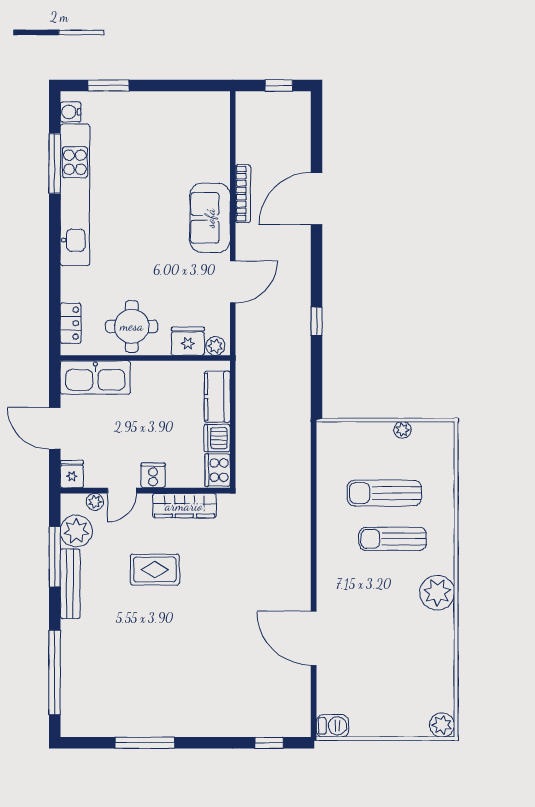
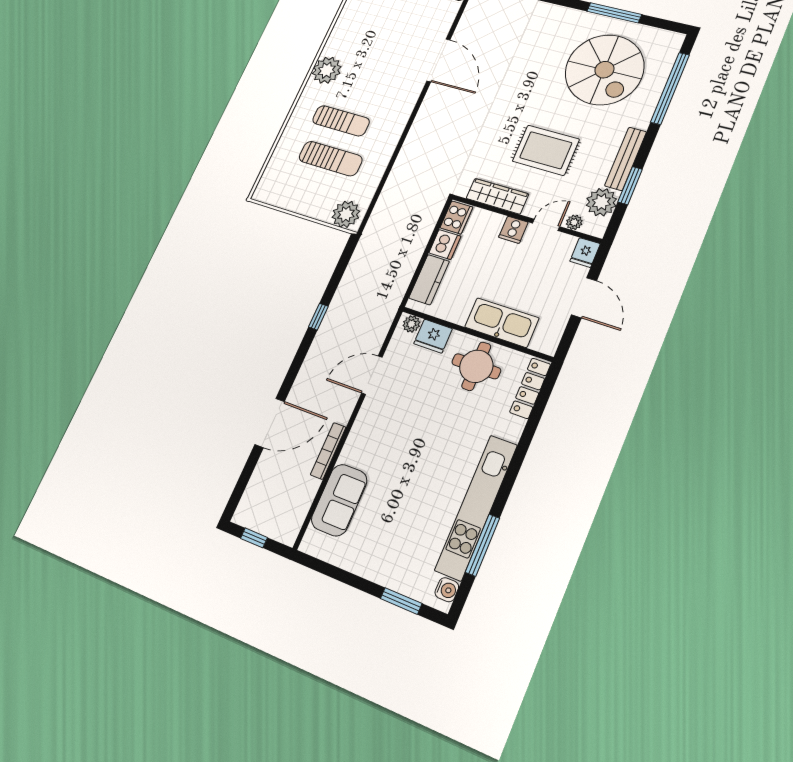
sofa: (210, 218) -> (339, 500), moved
locker: (71, 323) -> (530, 388), width x1.53
kitchen sink: (95, 378) -> (502, 323), moved
plant: (402, 430) -> (346, 214), moved, width x1.87, depth x1.87
window: (55, 557) -> (630, 186), width x0.69
rug: (155, 570) -> (546, 150), width x1.36, depth x1.43
spiral stairs: (130, 675) -> (604, 70), added

